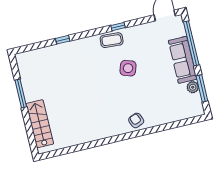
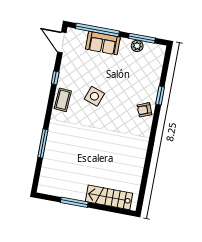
window: (118, 27) -> (55, 78), moved
window: (63, 40) -> (43, 143), width x2.17
sofa: (183, 60) -> (103, 43), width x0.73
window: (156, 129) -> (160, 96), added

